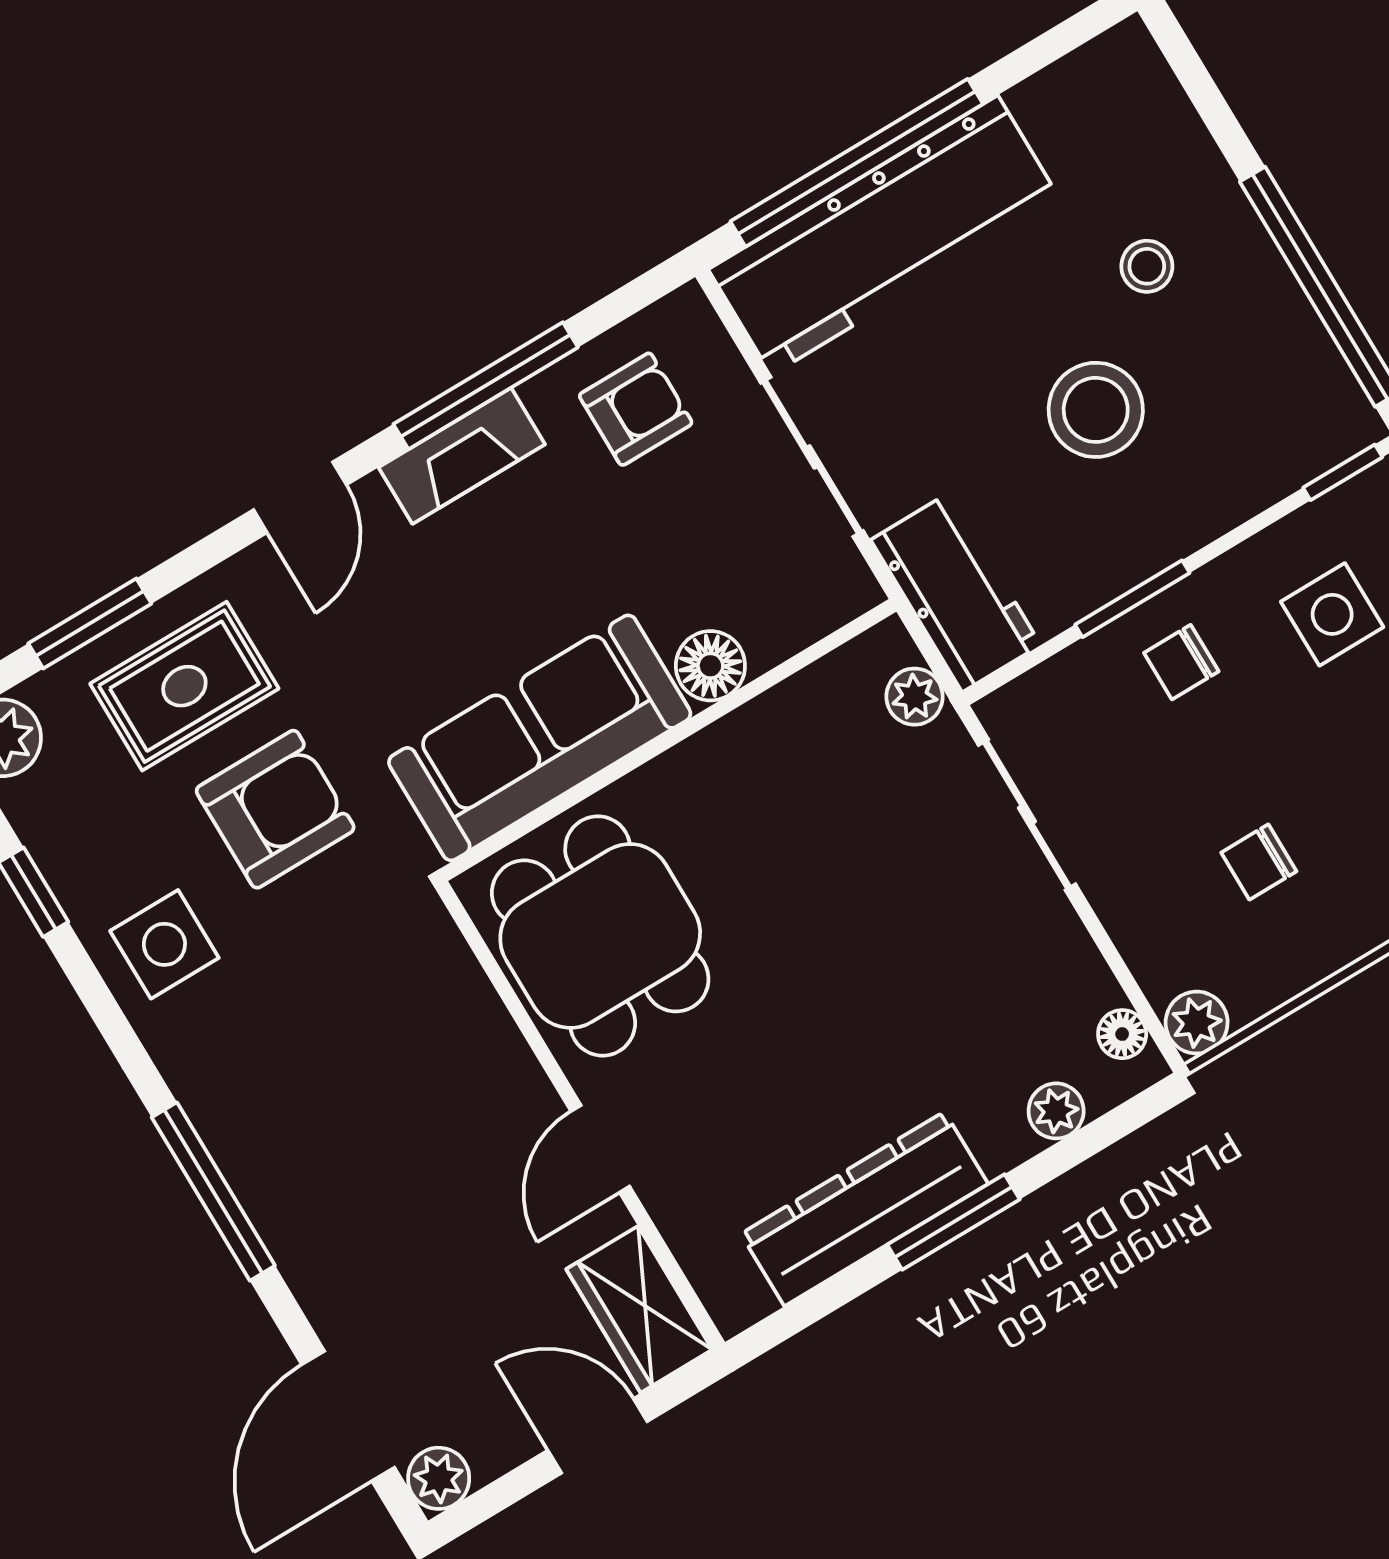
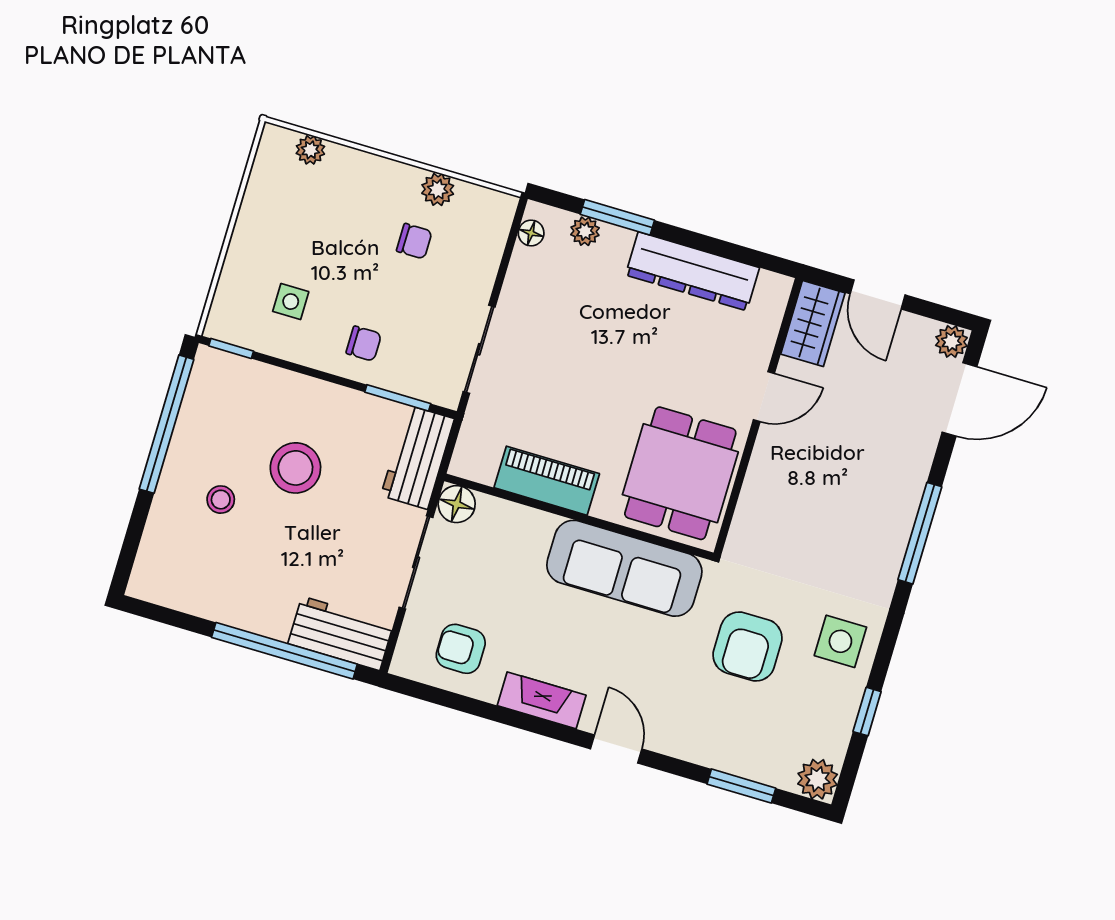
workbench: (885, 235) -> (341, 633), width x0.53, depth x0.76
window: (486, 386) -> (505, 716), removed
door: (300, 497) -> (616, 749), hinge flipped
window: (1132, 599) -> (398, 398), moved
side table: (1332, 614) -> (291, 302), width x0.73, depth x0.73
floor lamp: (710, 666) -> (457, 504), moved
rug: (184, 686) -> (732, 726), removed
plant: (915, 697) -> (473, 436), removed
piano: (759, 742) -> (547, 481), added
armchair: (275, 809) -> (748, 646), turned -90
plant: (1197, 1023) -> (438, 190), moved
window: (953, 1222) -> (617, 217), moved

